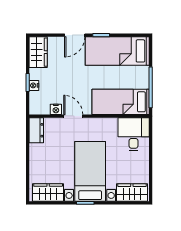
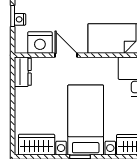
nightstand: (56, 109) -> (40, 43), width x1.89, depth x1.79

